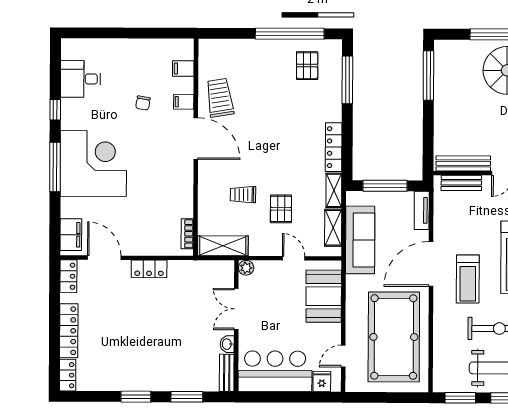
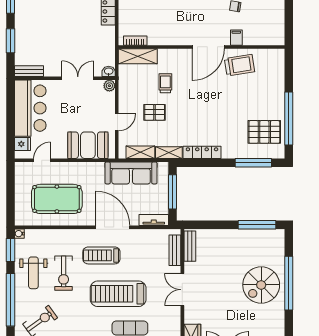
pallet: (307, 66) -> (264, 132), width x1.50, depth x1.42
filing cabinet: (183, 68) -> (262, 37), removed
bench: (463, 163) -> (190, 246), width x0.73
shelving: (223, 246) -> (138, 56), moved, turned 90
pool table: (394, 337) -> (57, 199), width x0.73, depth x0.76
washbasin: (227, 344) -> (109, 71), moved
door: (343, 356) -> (42, 160), hinge flipped
water cooler: (439, 386) -> (19, 234), added

